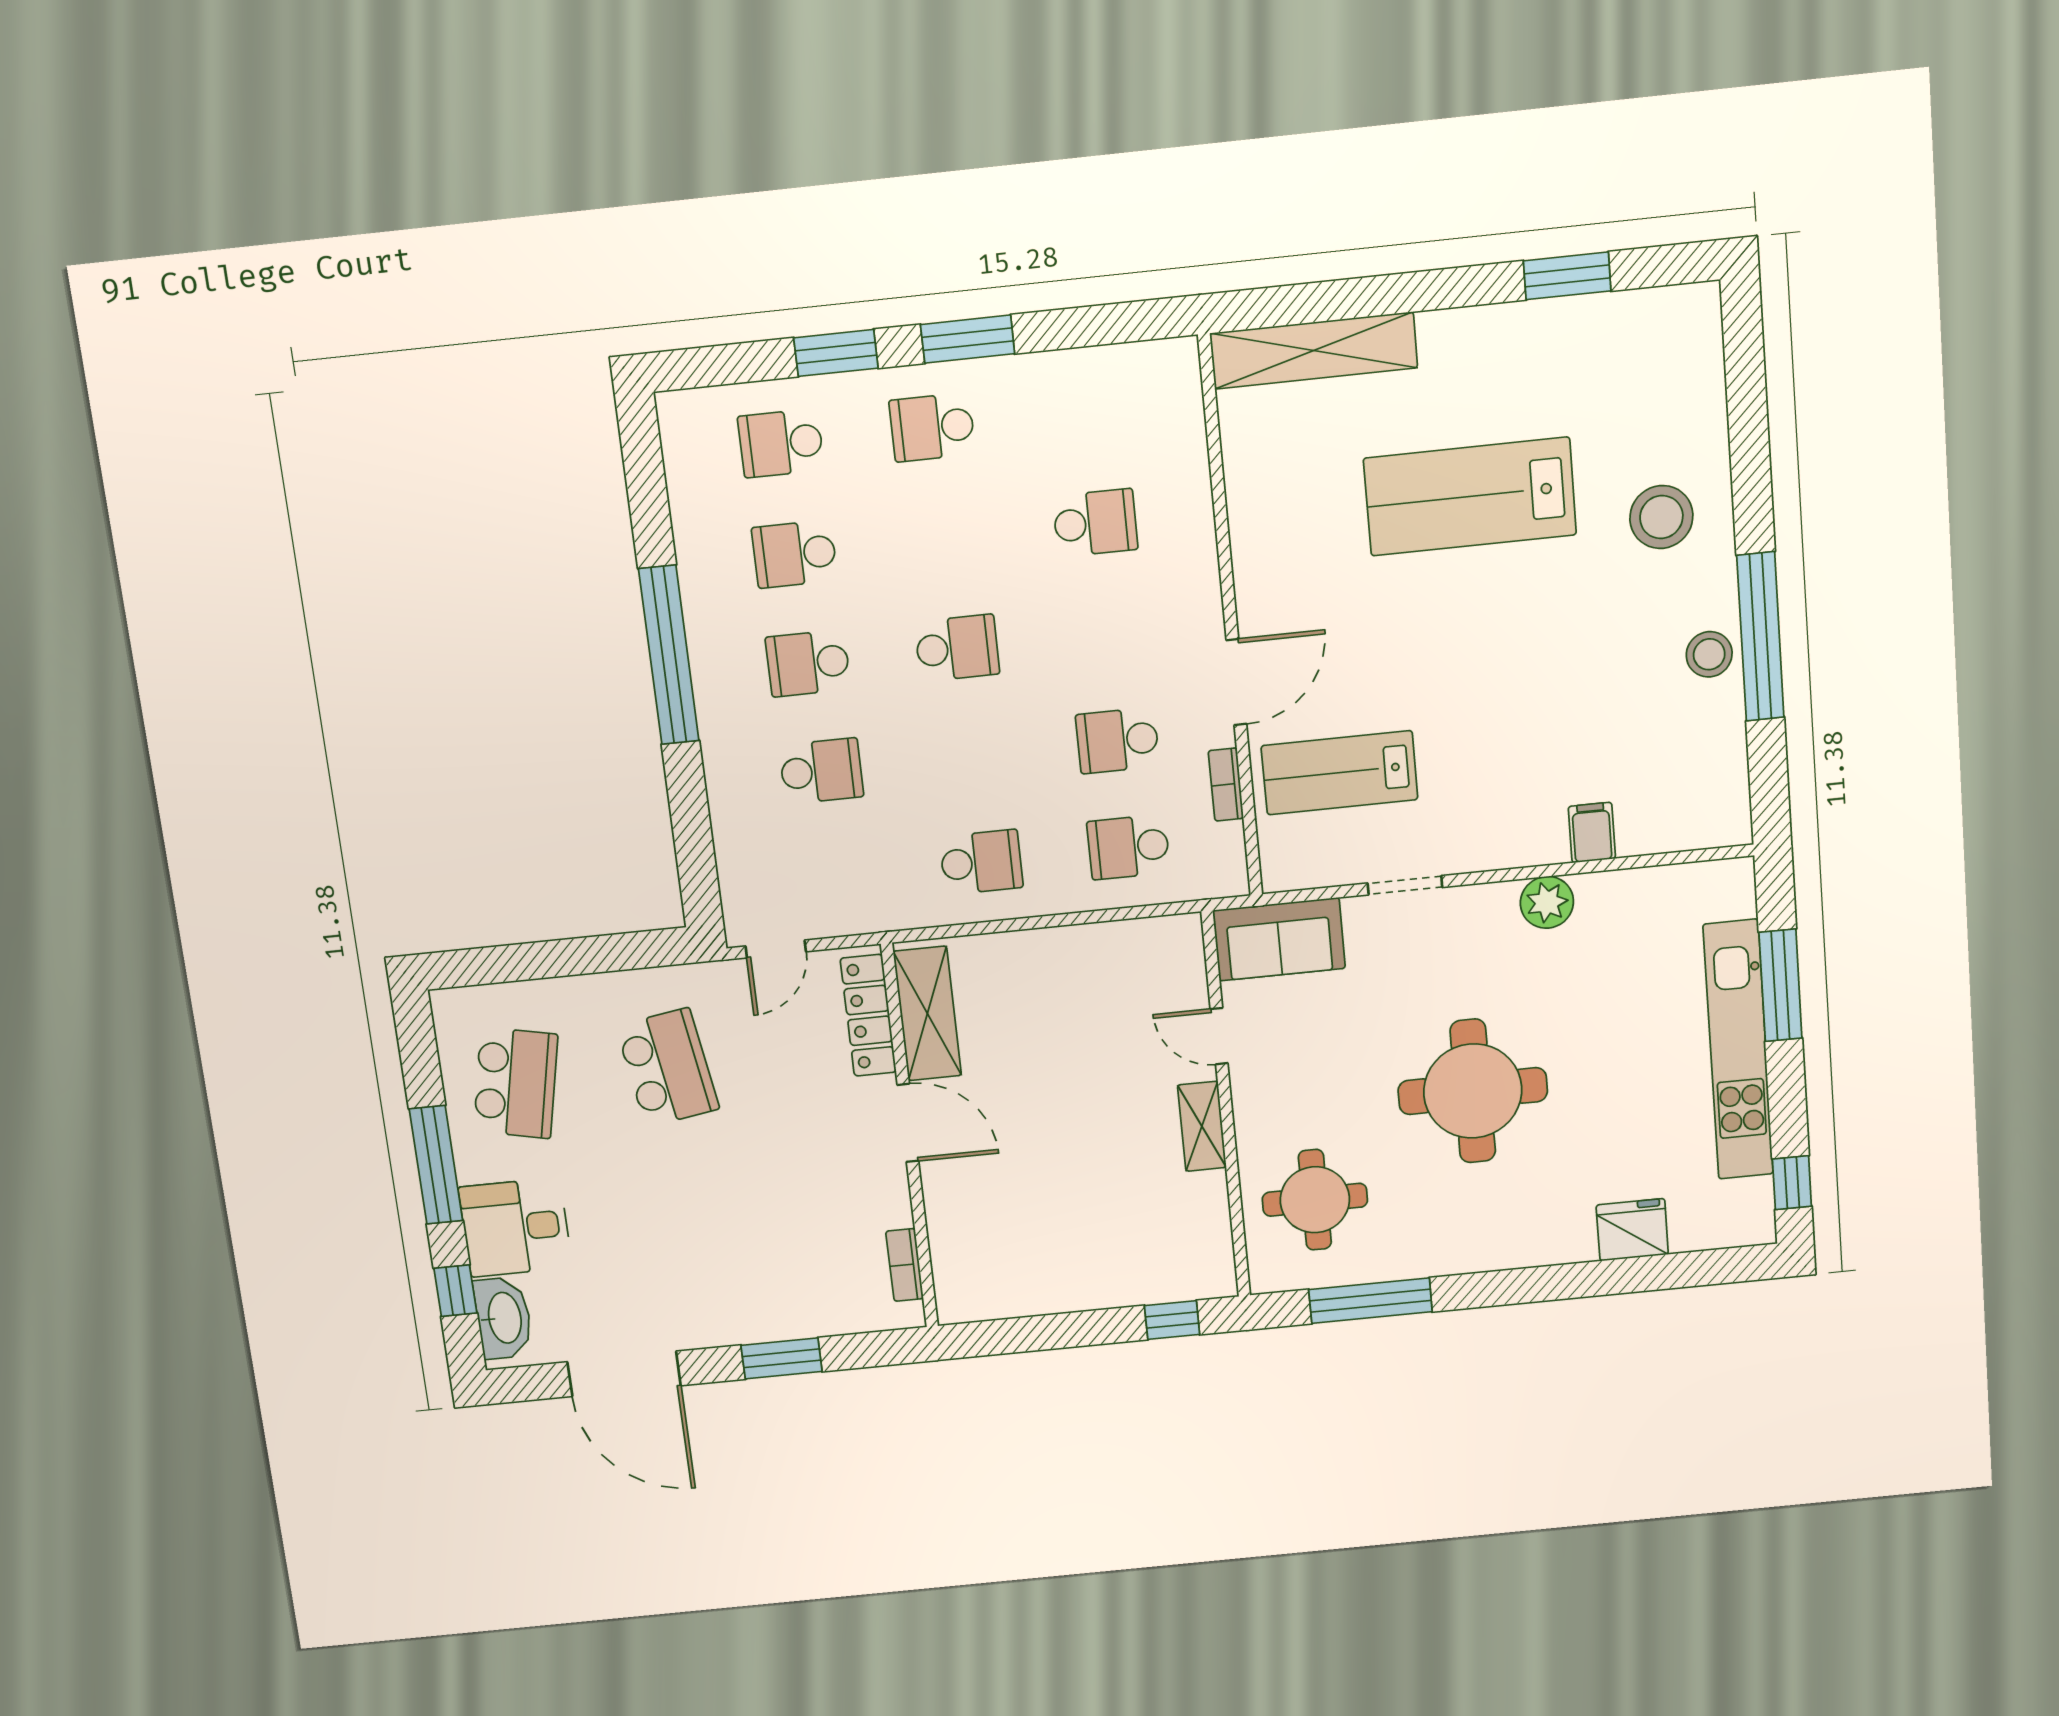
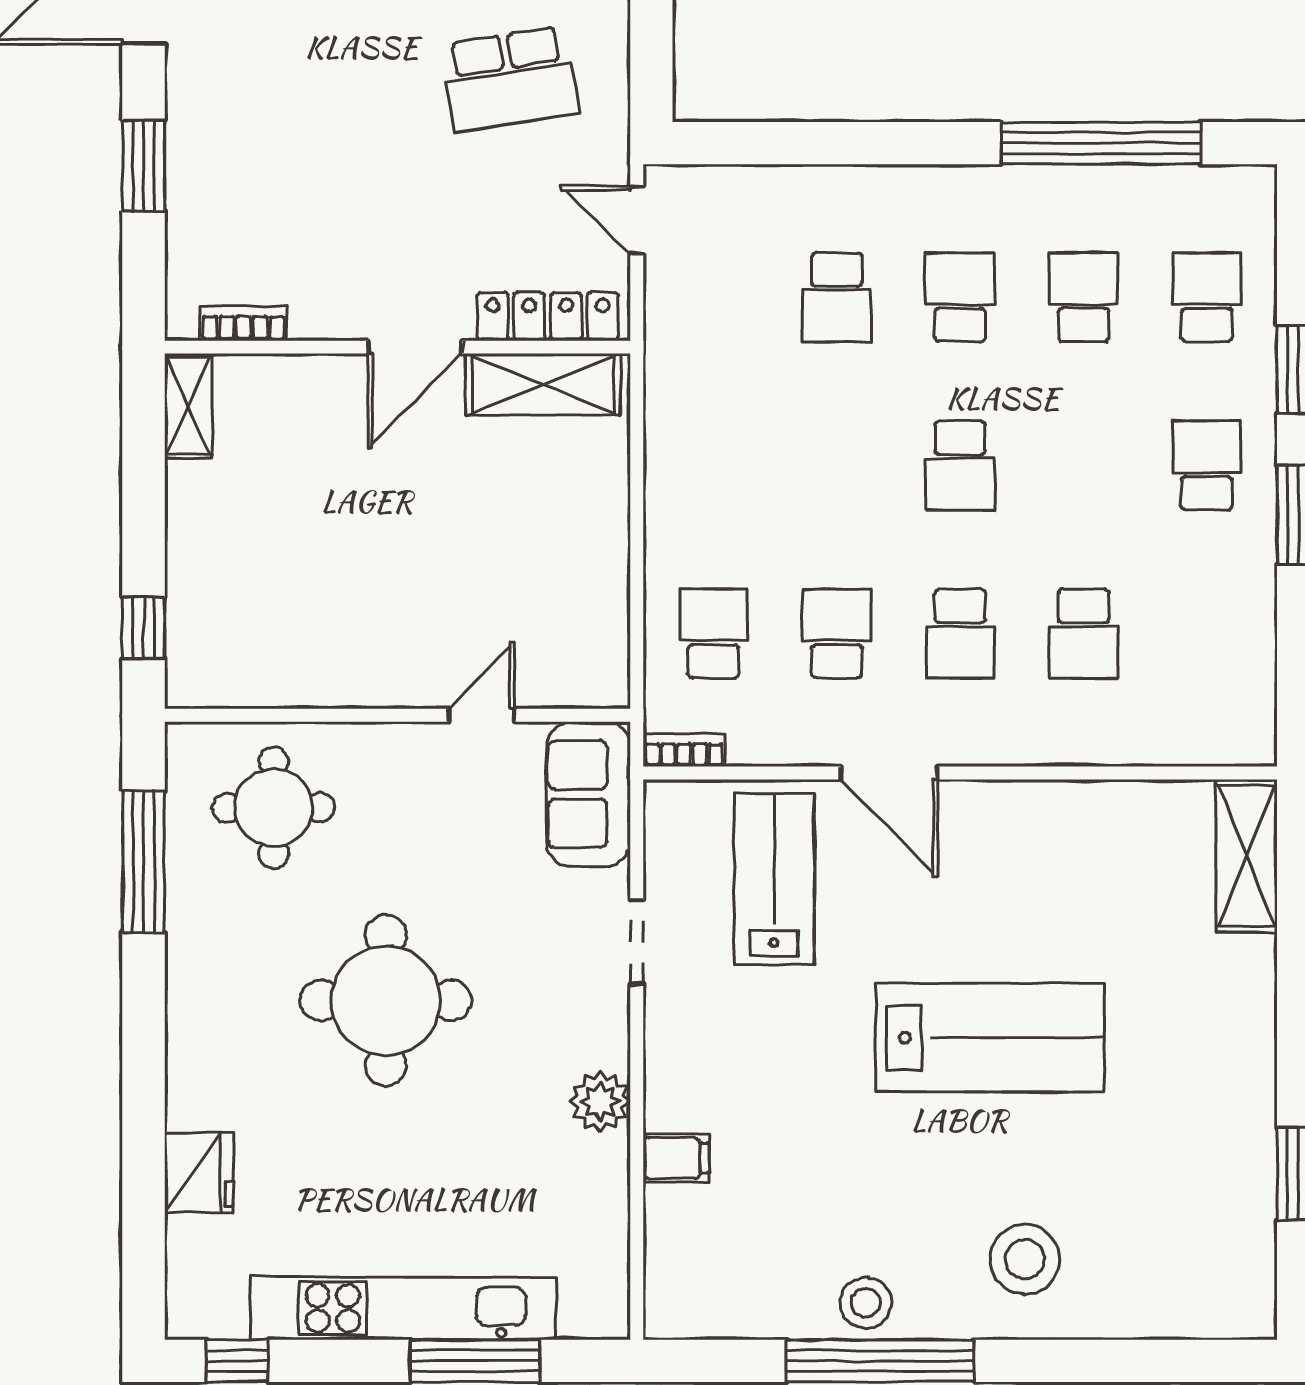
shelving: (1314, 350) -> (1247, 856), width x0.68
lab bench: (1470, 497) -> (990, 1038), moved, turned 90
window: (669, 655) -> (1101, 143), moved
bookcase: (1226, 785) -> (684, 750), moved
school desk: (981, 862) -> (960, 634), moved
shelving: (1202, 1126) -> (188, 406), moved, turned 90

